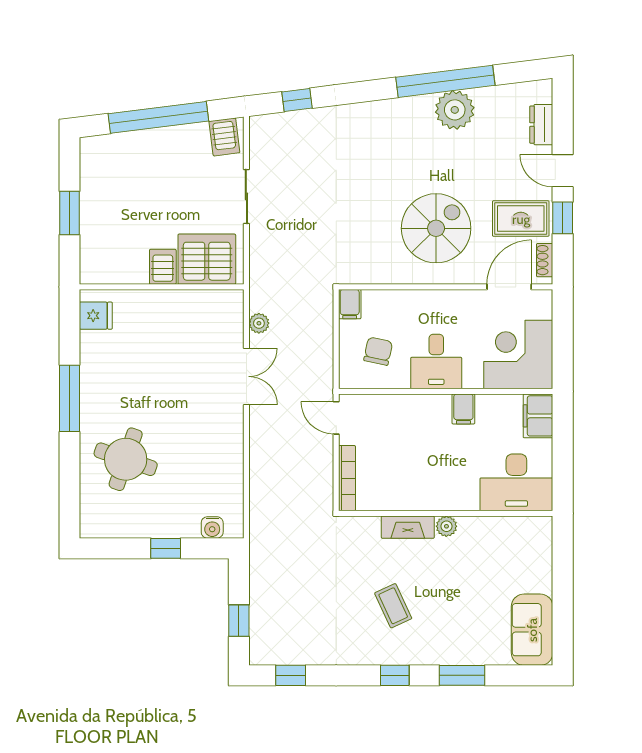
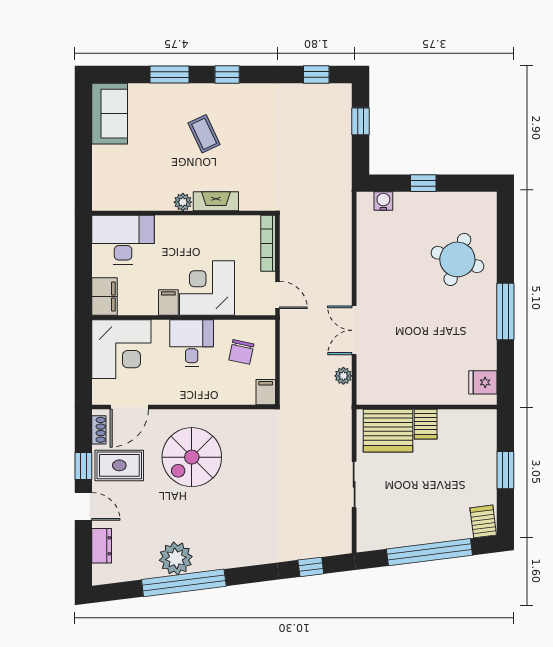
server rack: (224, 137) -> (483, 521), moved
corner desk: (418, 426) -> (207, 288), added
coffee table: (393, 606) -> (204, 134), moved

